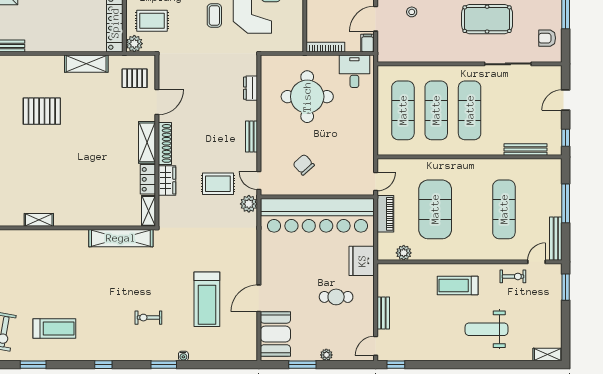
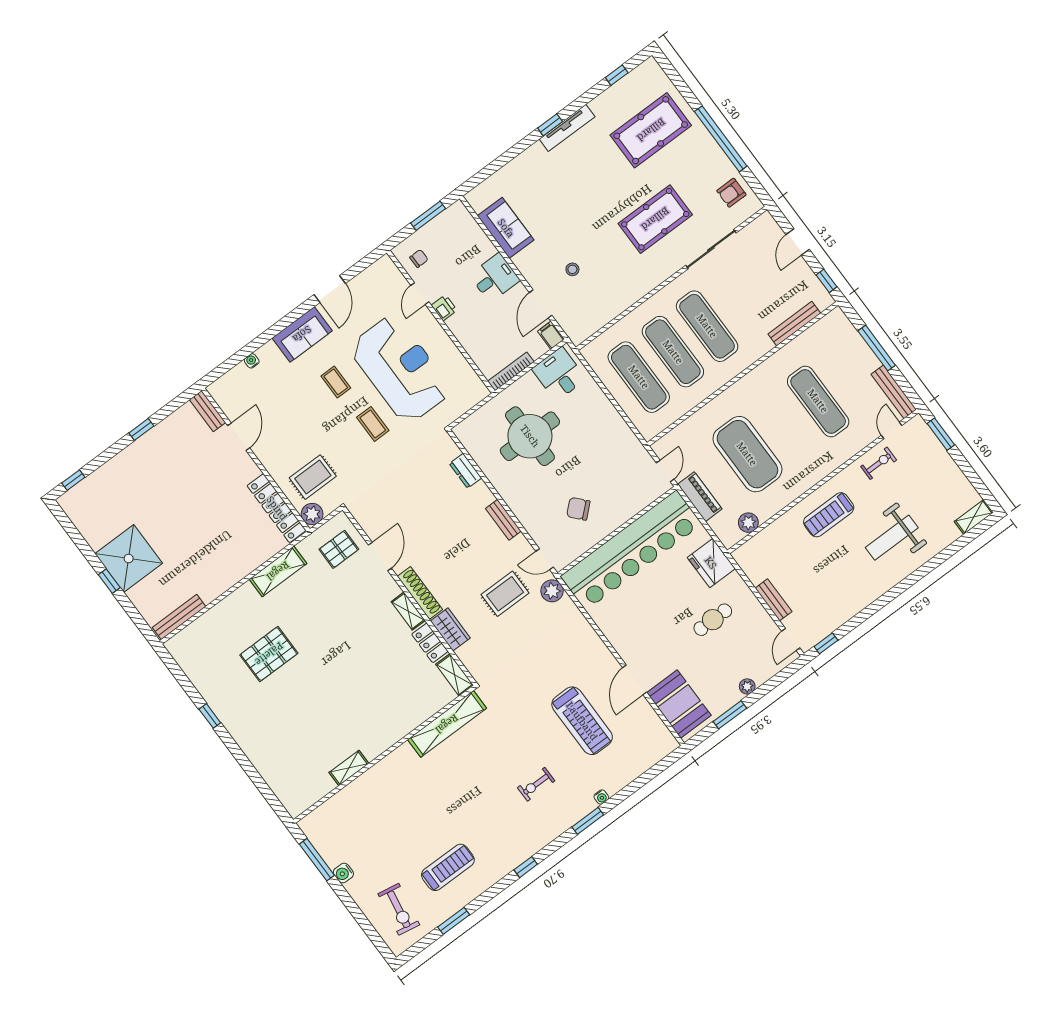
shelving: (147, 142) -> (408, 611), width x0.67, depth x0.75

